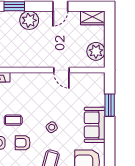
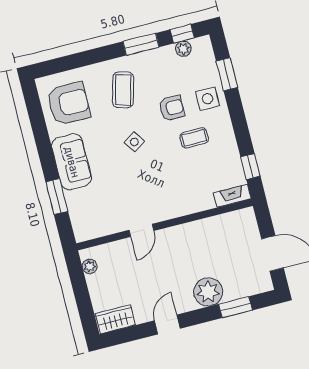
plant: (96, 51) -> (90, 266), width x0.53, depth x0.53
door: (62, 70) -> (141, 230), swing flipped

